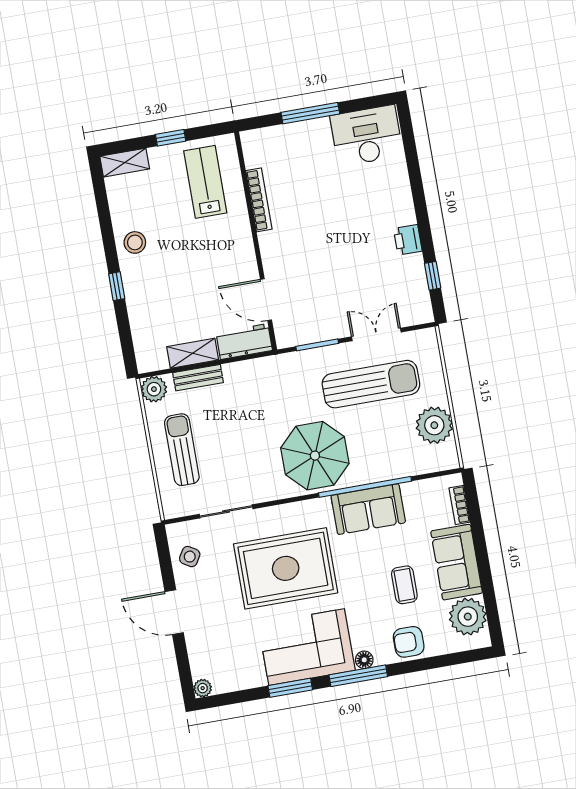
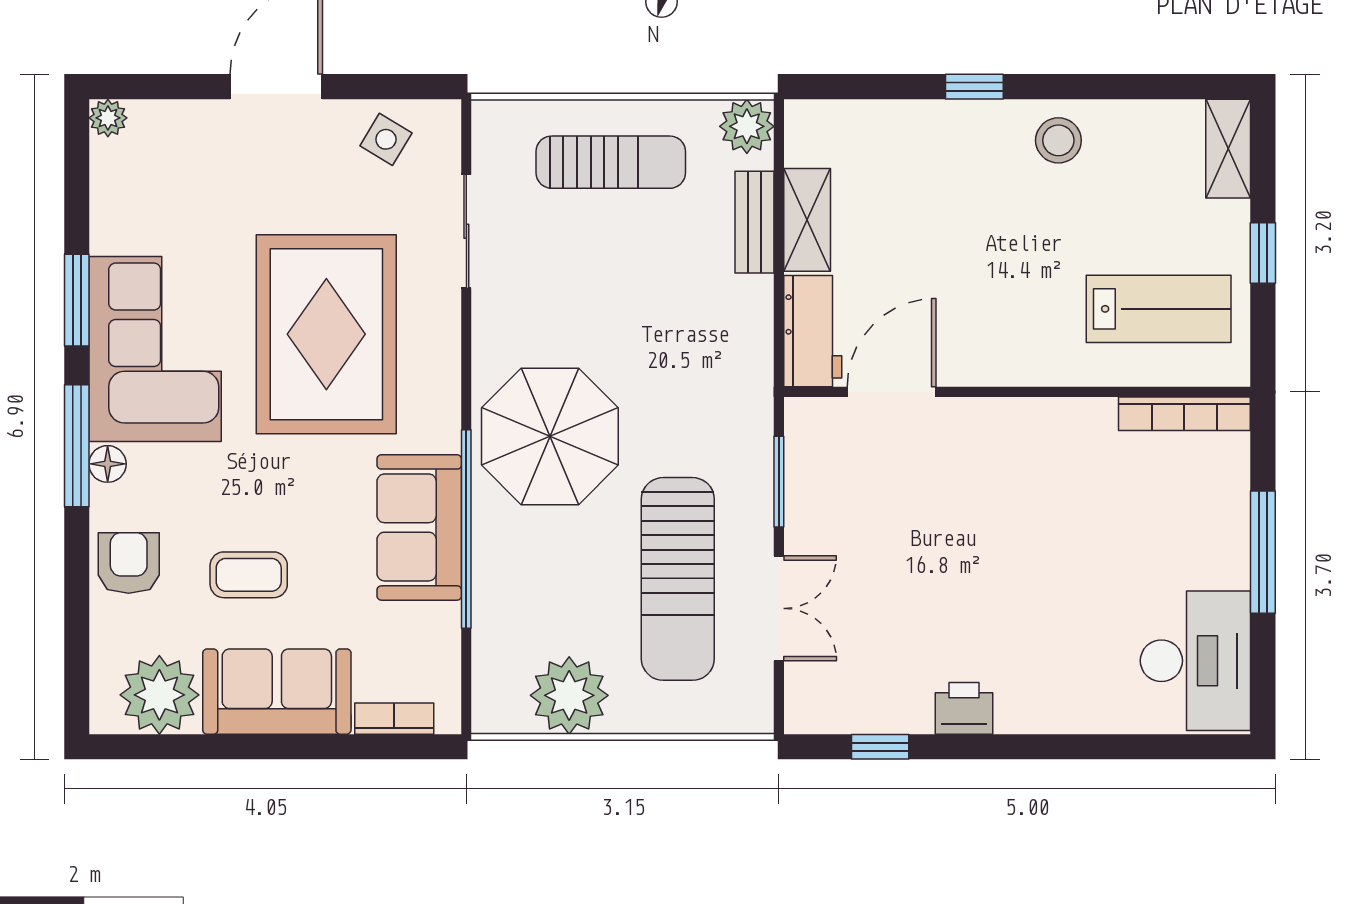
bookcase: (259, 200) -> (1184, 414), moved

